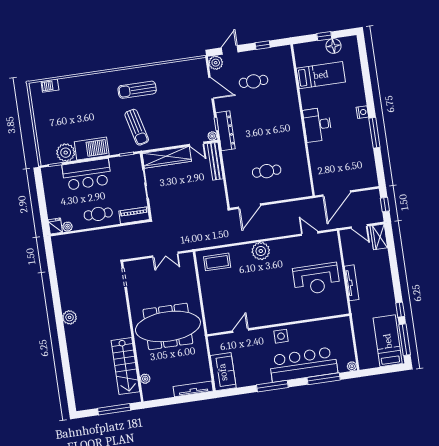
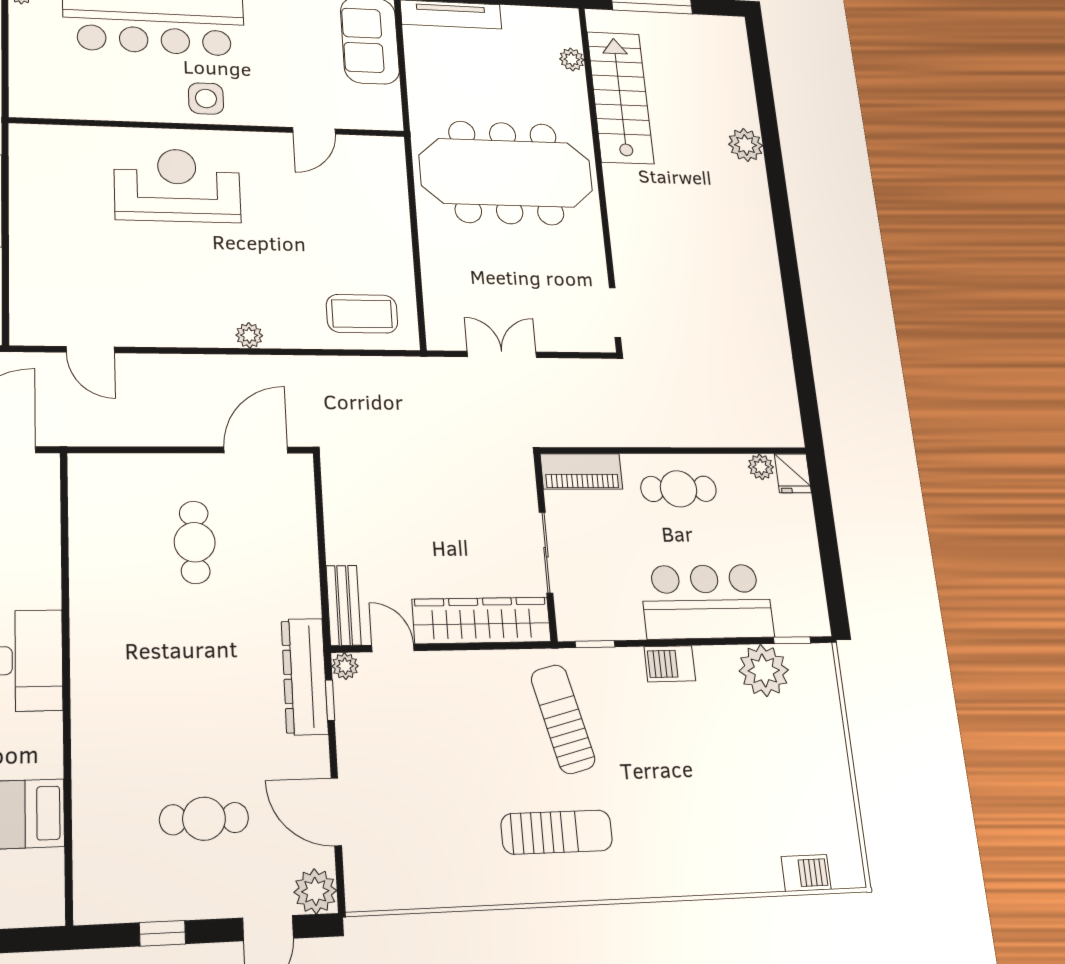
barbecue: (92, 149) -> (670, 664), width x0.53, depth x0.65
bench: (215, 161) -> (344, 605), width x0.73
cafe table: (267, 171) -> (195, 542), turned 90
plant: (261, 251) -> (249, 335), width x0.53, depth x0.53
reception desk: (316, 279) -> (177, 185), moved
plant: (70, 317) -> (746, 145), moved

